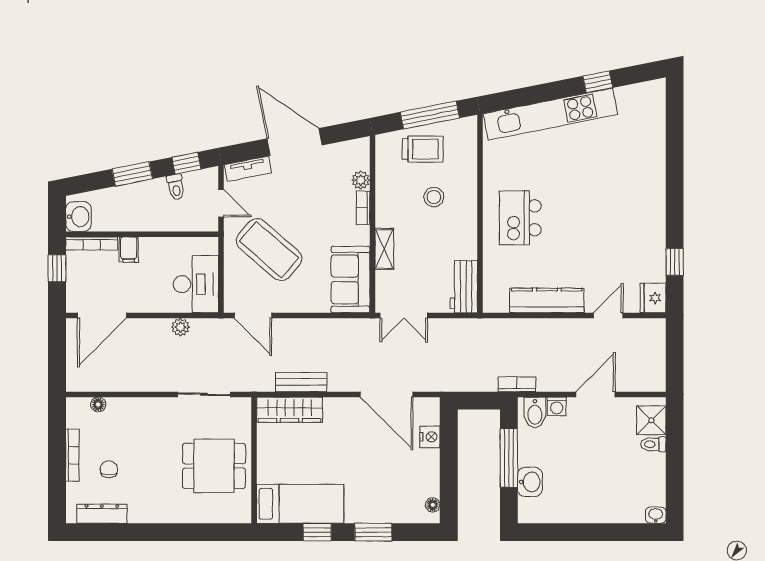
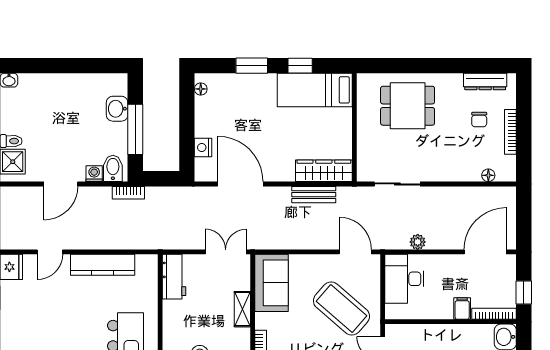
dining table: (214, 466) -> (408, 106), moved

